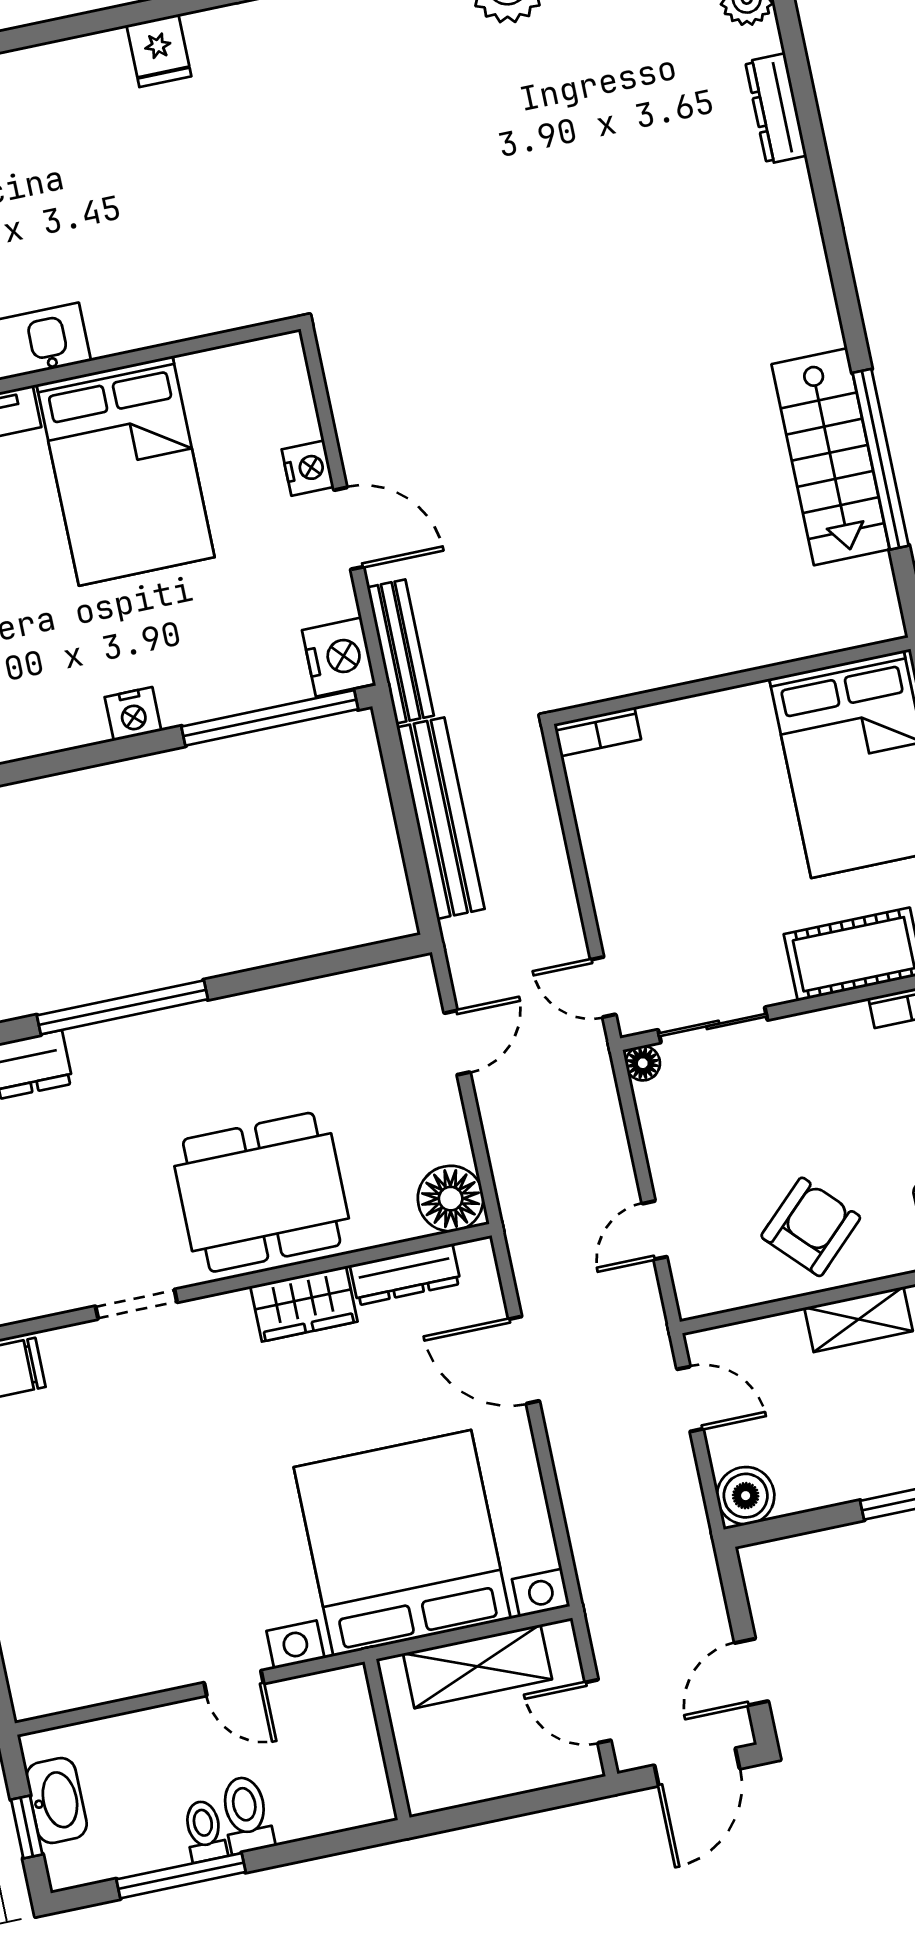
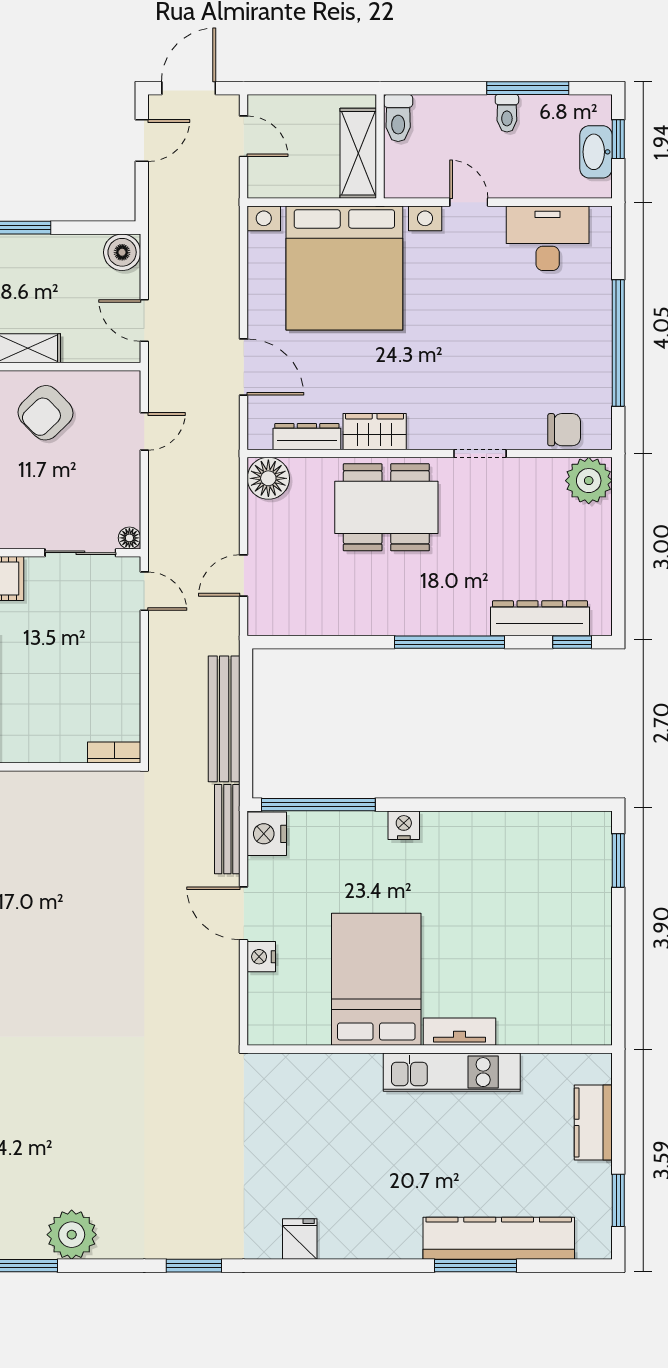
desk: (102, 1653) -> (548, 238), added
shelving: (477, 1666) -> (358, 153), moved, turned 90
toilet: (246, 1814) -> (398, 118), moved

